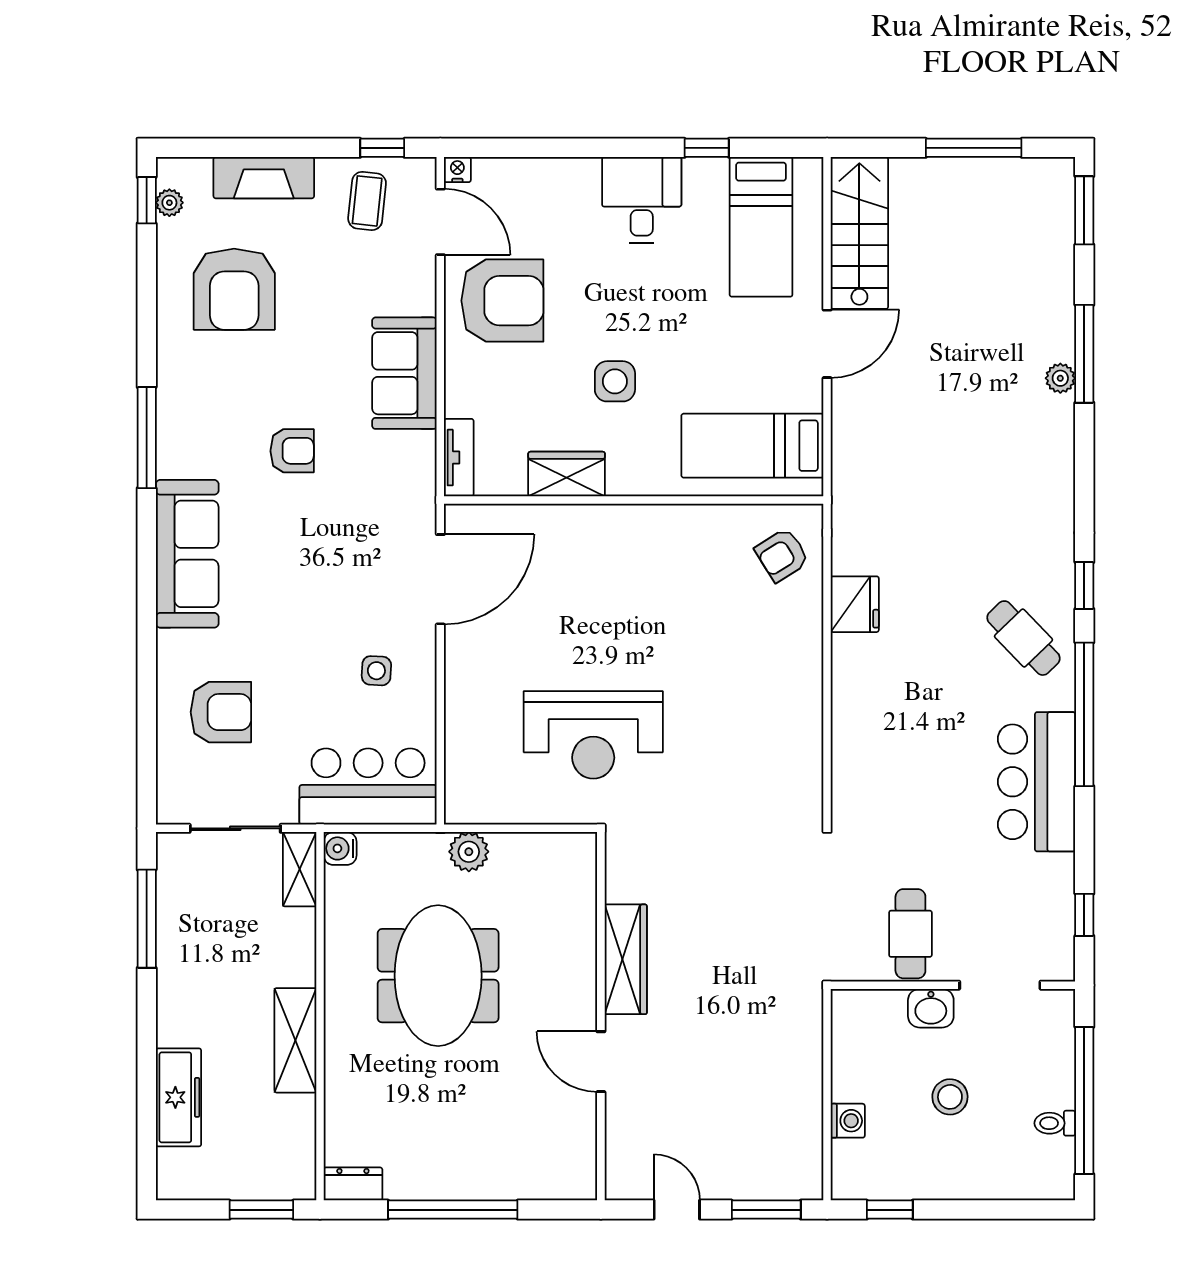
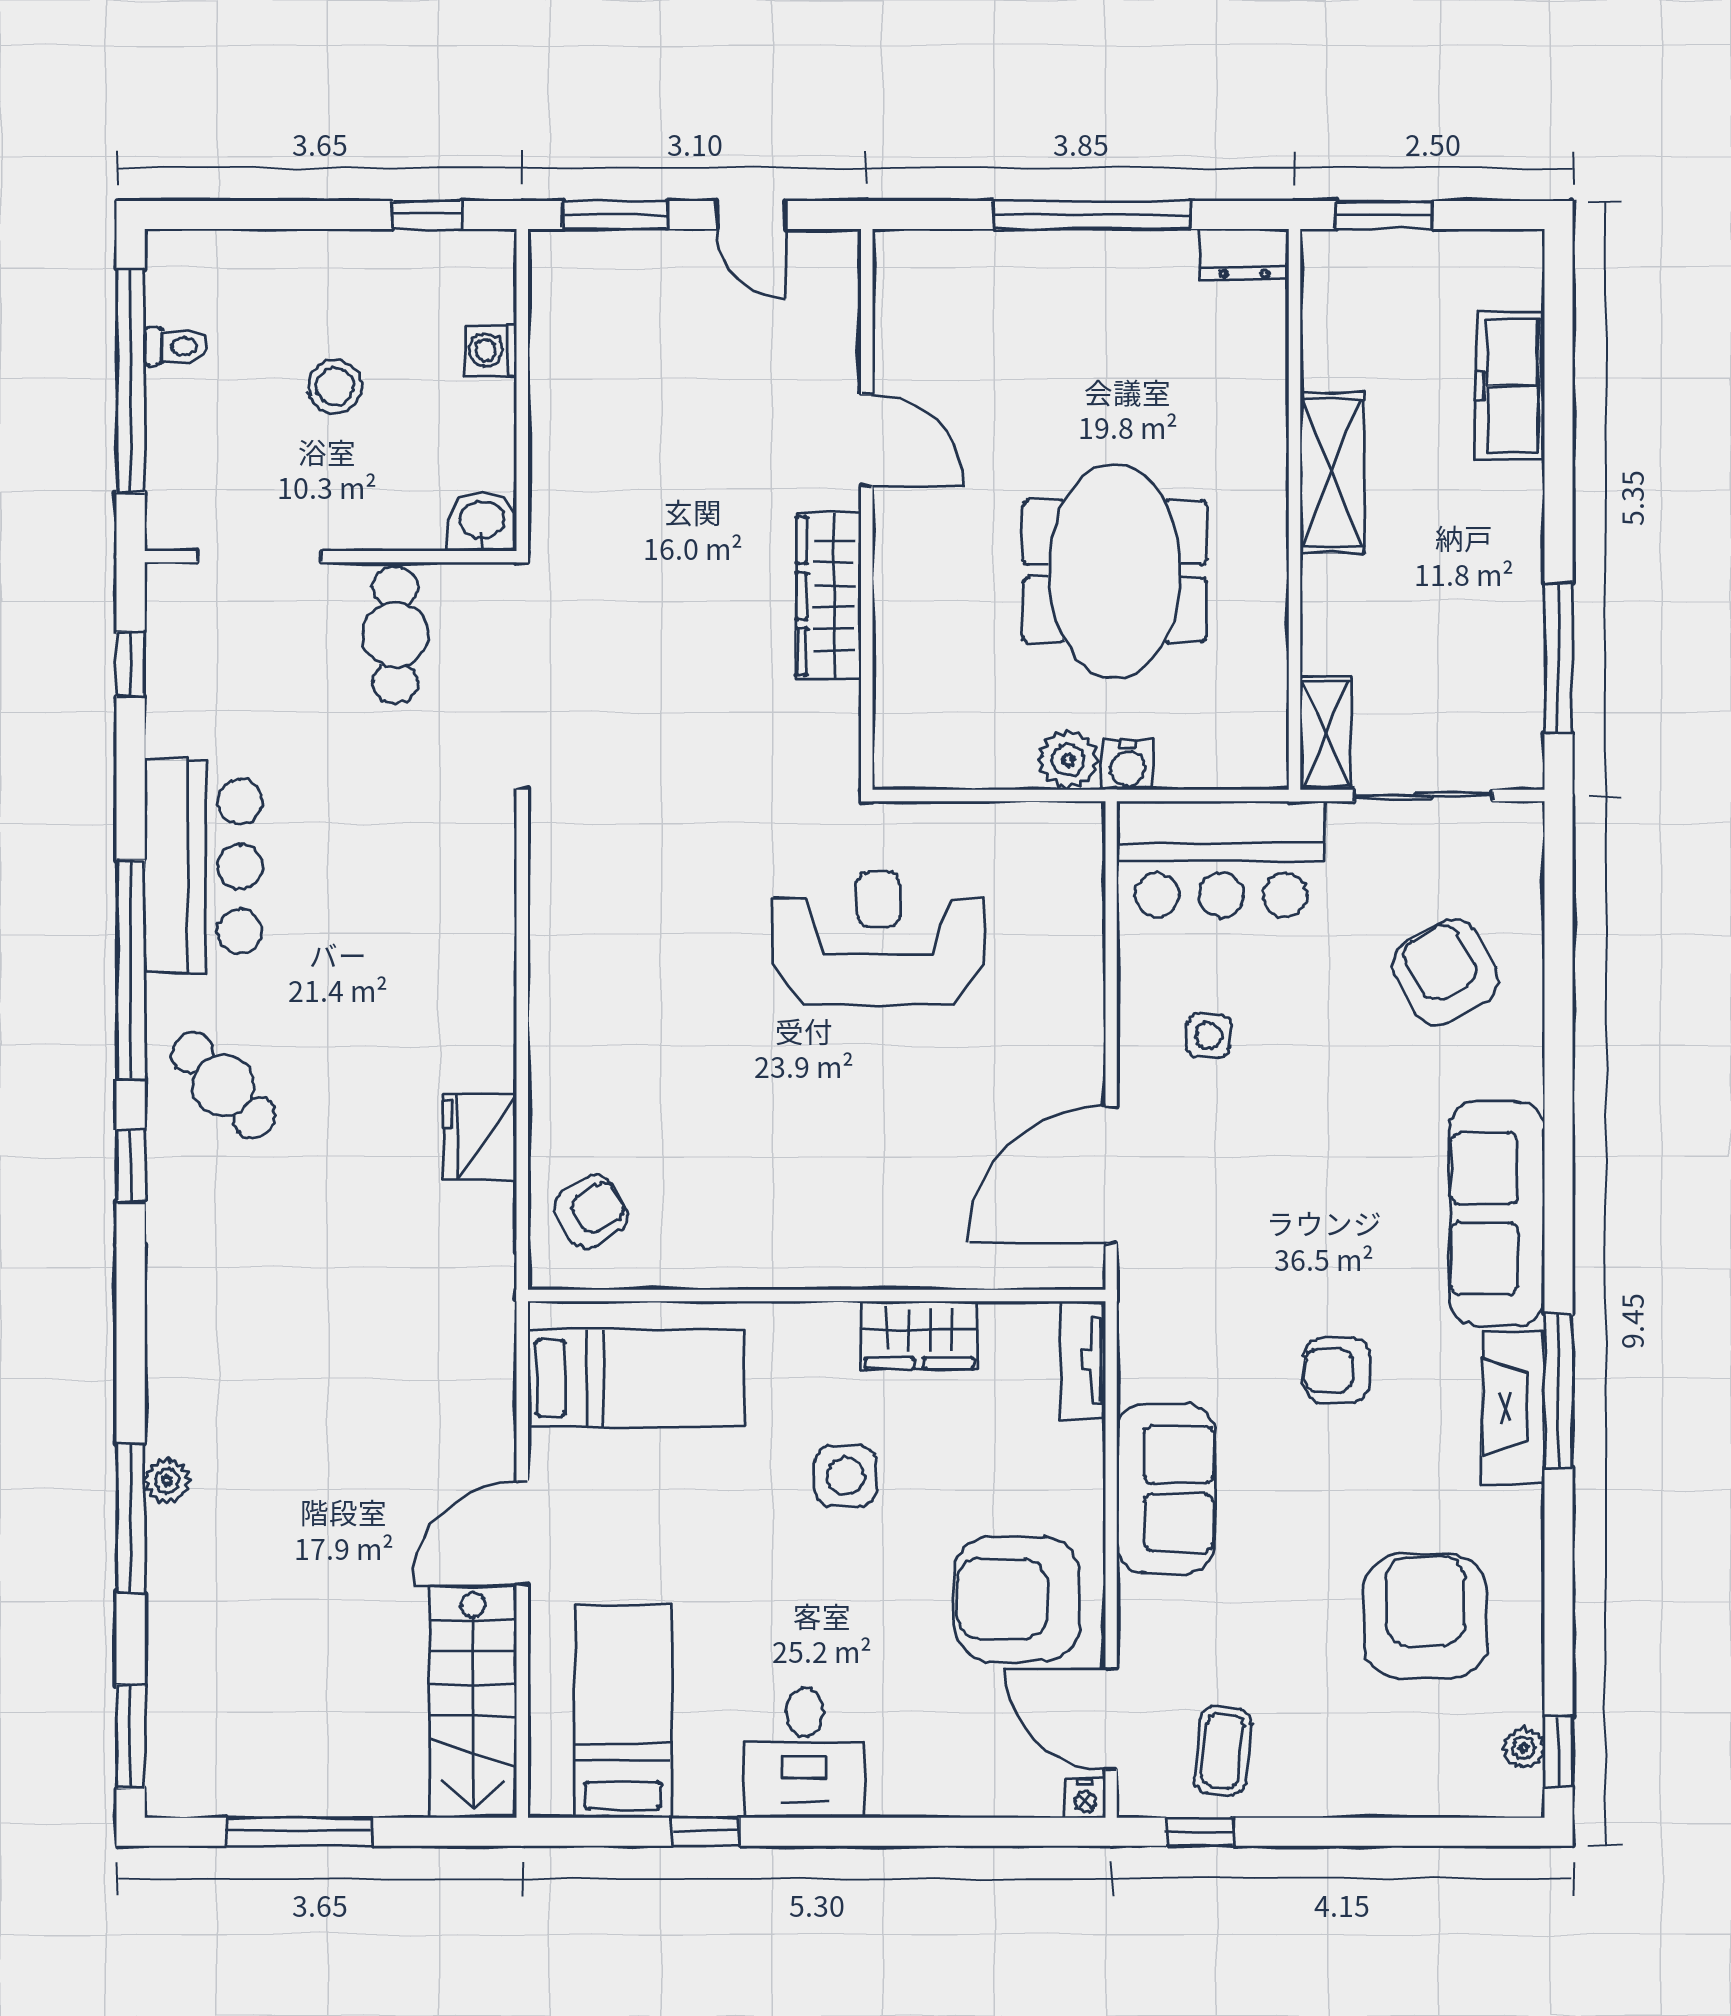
fireplace: (264, 178) -> (1513, 1407), moved, turned -90
armchair: (221, 712) -> (1445, 972), turned 61
water cooler: (340, 848) -> (1128, 765), moved, turned 90
washbasin: (931, 1008) -> (482, 522), moved

